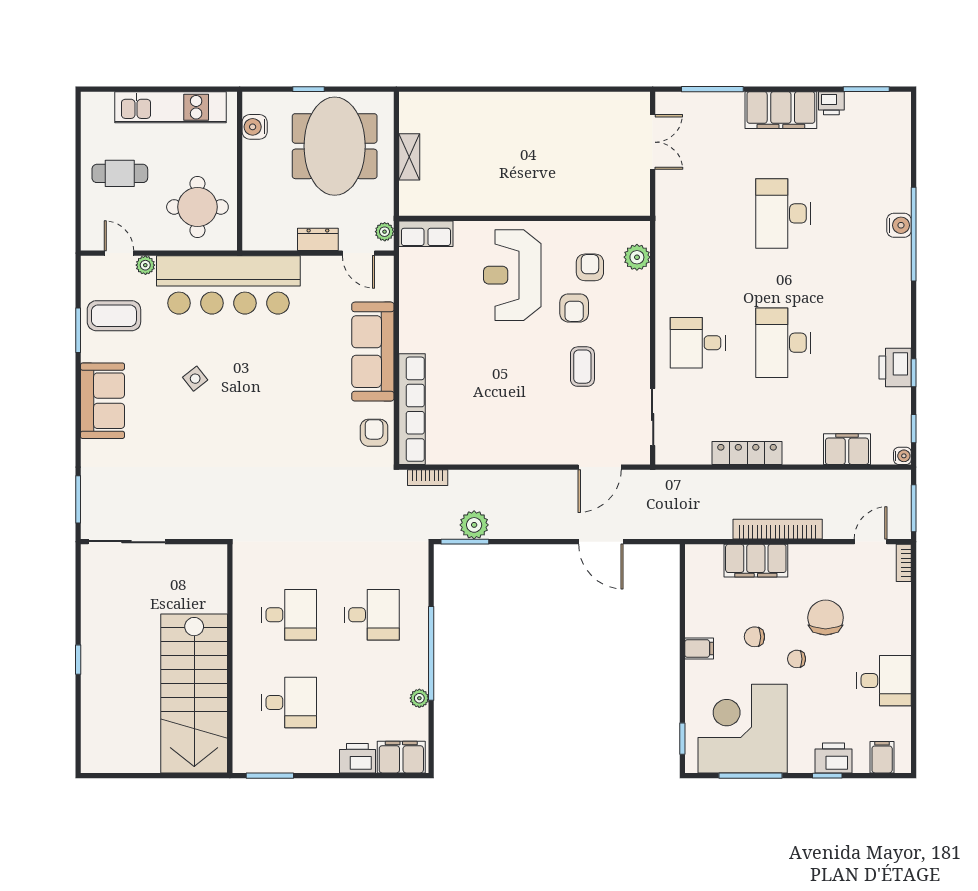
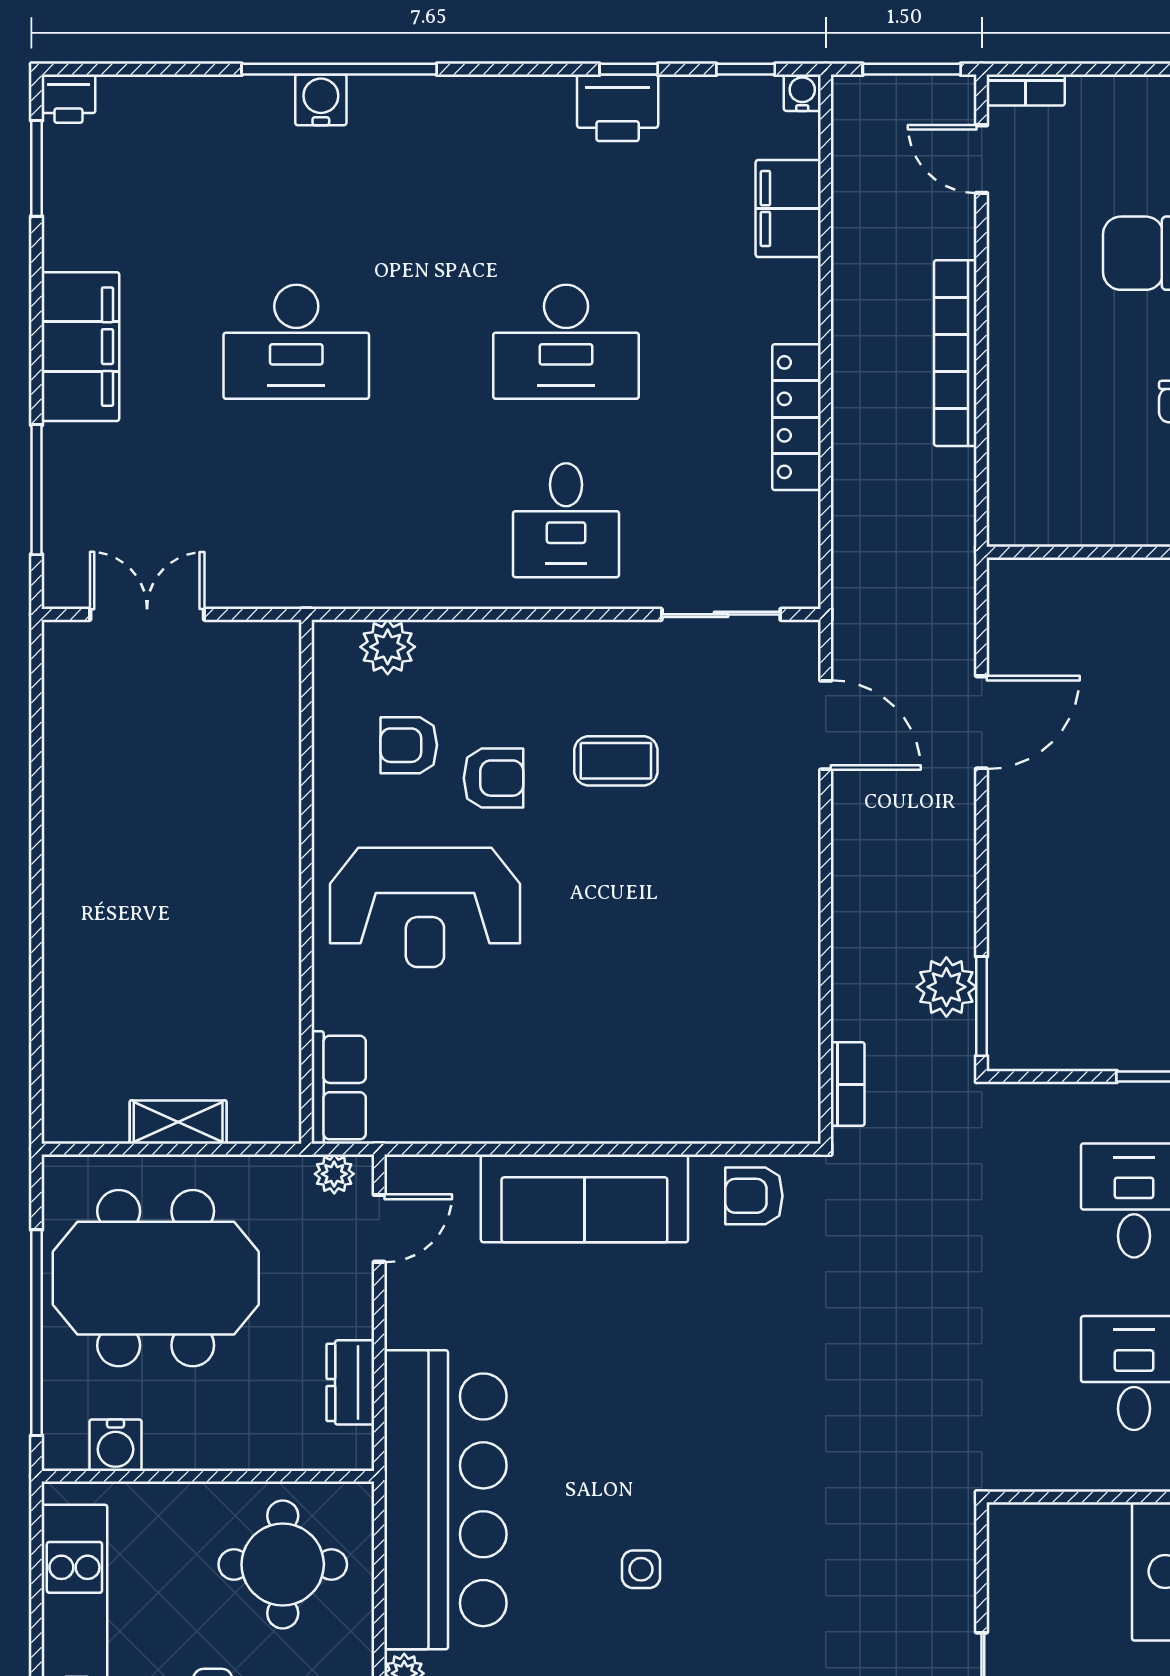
window: (309, 89) -> (37, 1333), width x3.17
printer: (831, 103) -> (68, 99), moved, turned 90
dresser: (318, 239) -> (350, 1382), moved
side table: (195, 379) -> (641, 1569), turned 38
row of seats: (412, 409) -> (705, 1117), removed
filing cabinet: (756, 561) -> (1021, 399), removed

